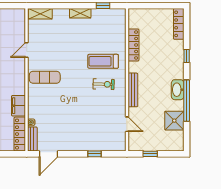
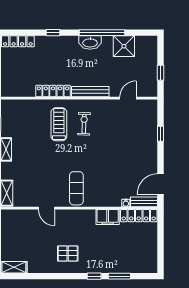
locker: (133, 45) -> (53, 91), moved
treadmill: (103, 61) -> (59, 124), turned 180
door: (48, 154) -> (160, 184), swing flipped

